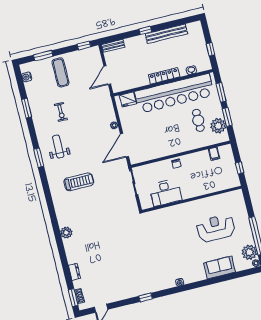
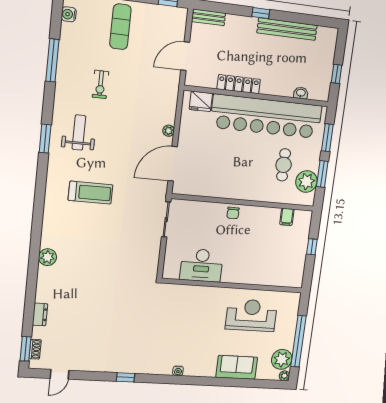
locker: (164, 76) -> (239, 84), moved
window: (27, 108) -> (52, 60), width x1.44
desk: (165, 192) -> (202, 265), moved
wall: (192, 199) -> (233, 286), moved

